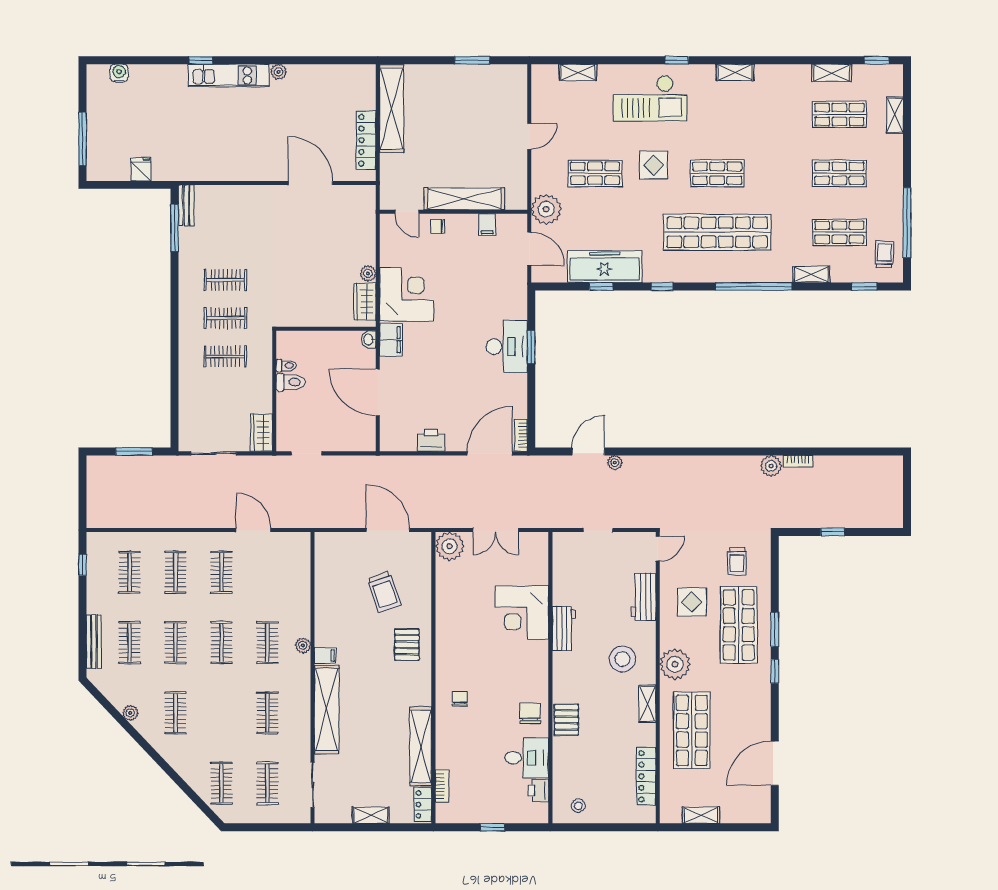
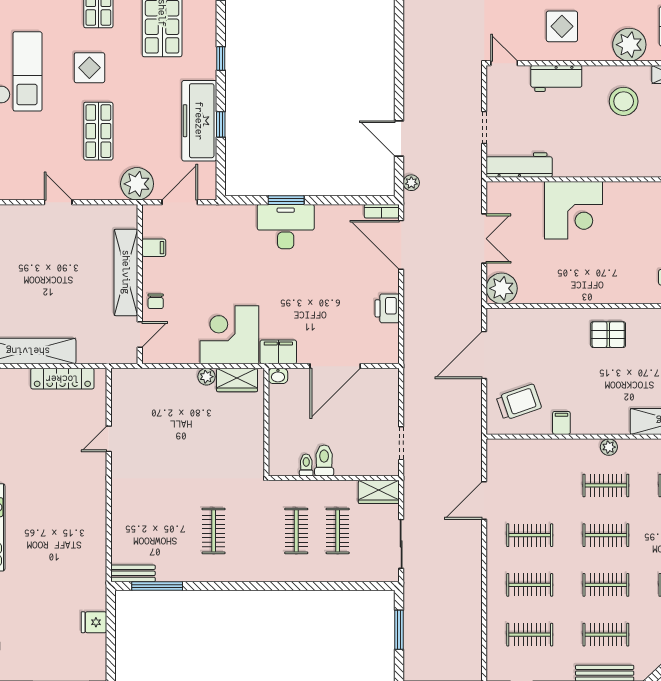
door: (310, 183) -> (109, 439), width x0.53
clothes rail: (225, 318) -> (338, 531), moved
plant: (615, 463) -> (411, 183), moved
trolley: (384, 592) -> (519, 402), moved
workbench: (564, 628) -> (519, 165), moved, width x1.38
filing cabinet: (325, 656) -> (561, 423), moved

